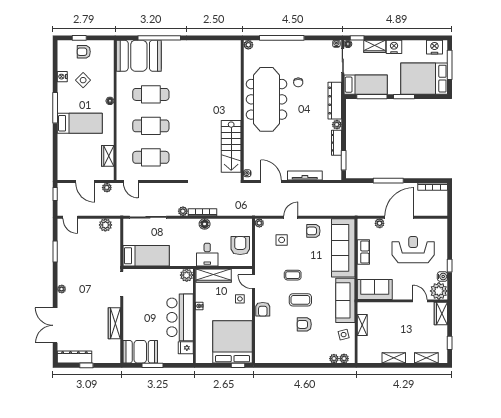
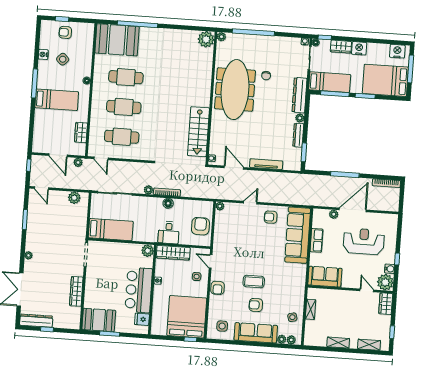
plant: (232, 49) -> (206, 39), added
side table: (282, 240) -> (222, 326), moved
coffee table: (293, 275) -> (248, 258), removed
sofa: (345, 300) -> (256, 333), moved, turned 90

